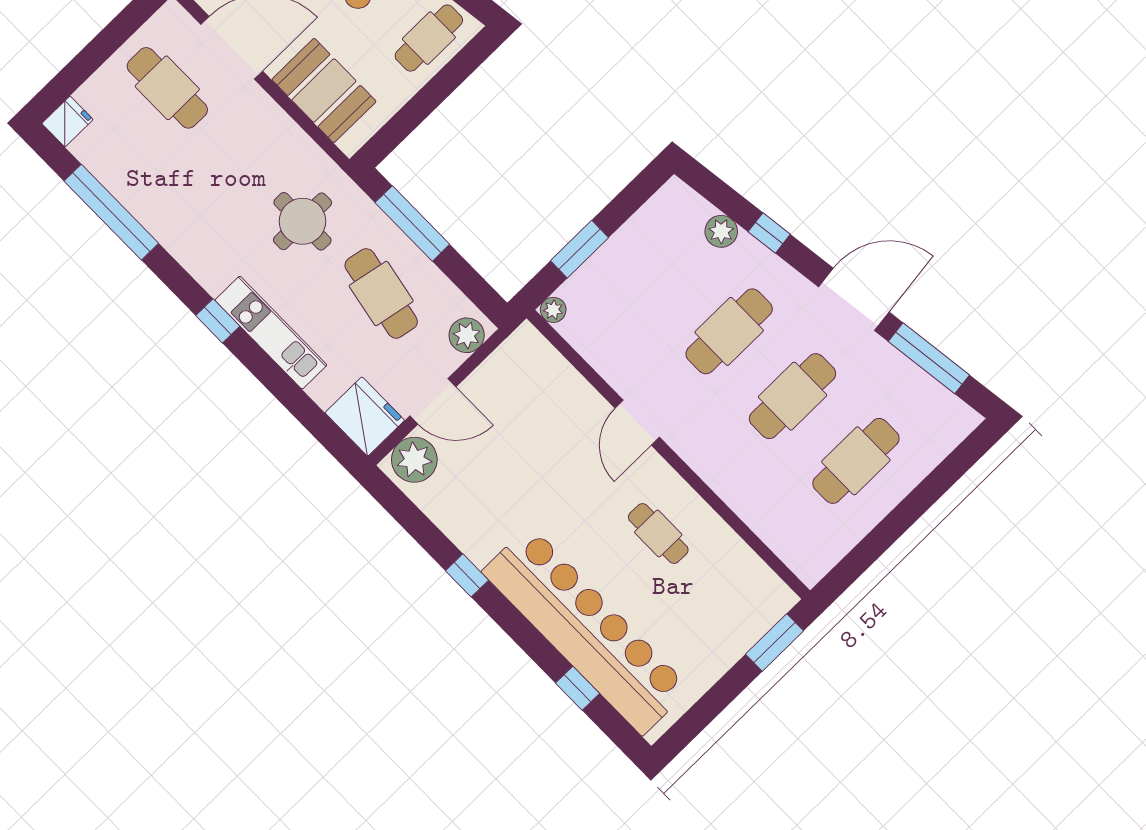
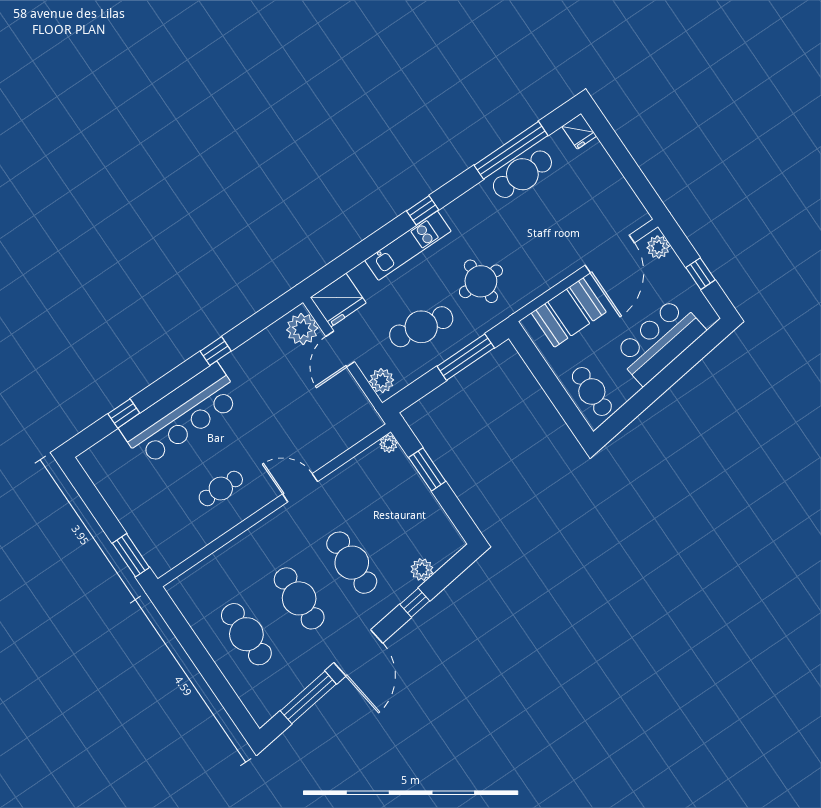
cafe table: (167, 88) -> (522, 174), moved
bar counter: (586, 630) -> (181, 414), width x0.73

